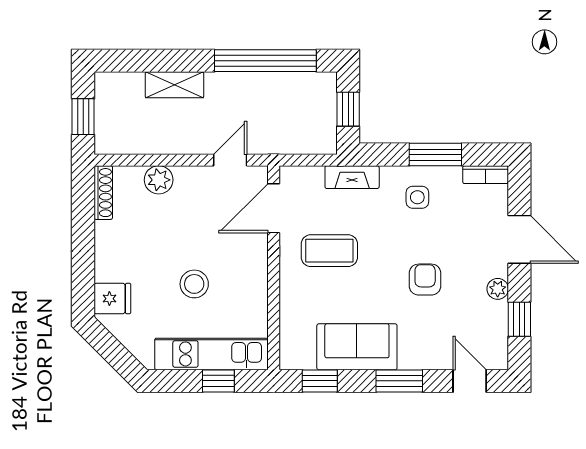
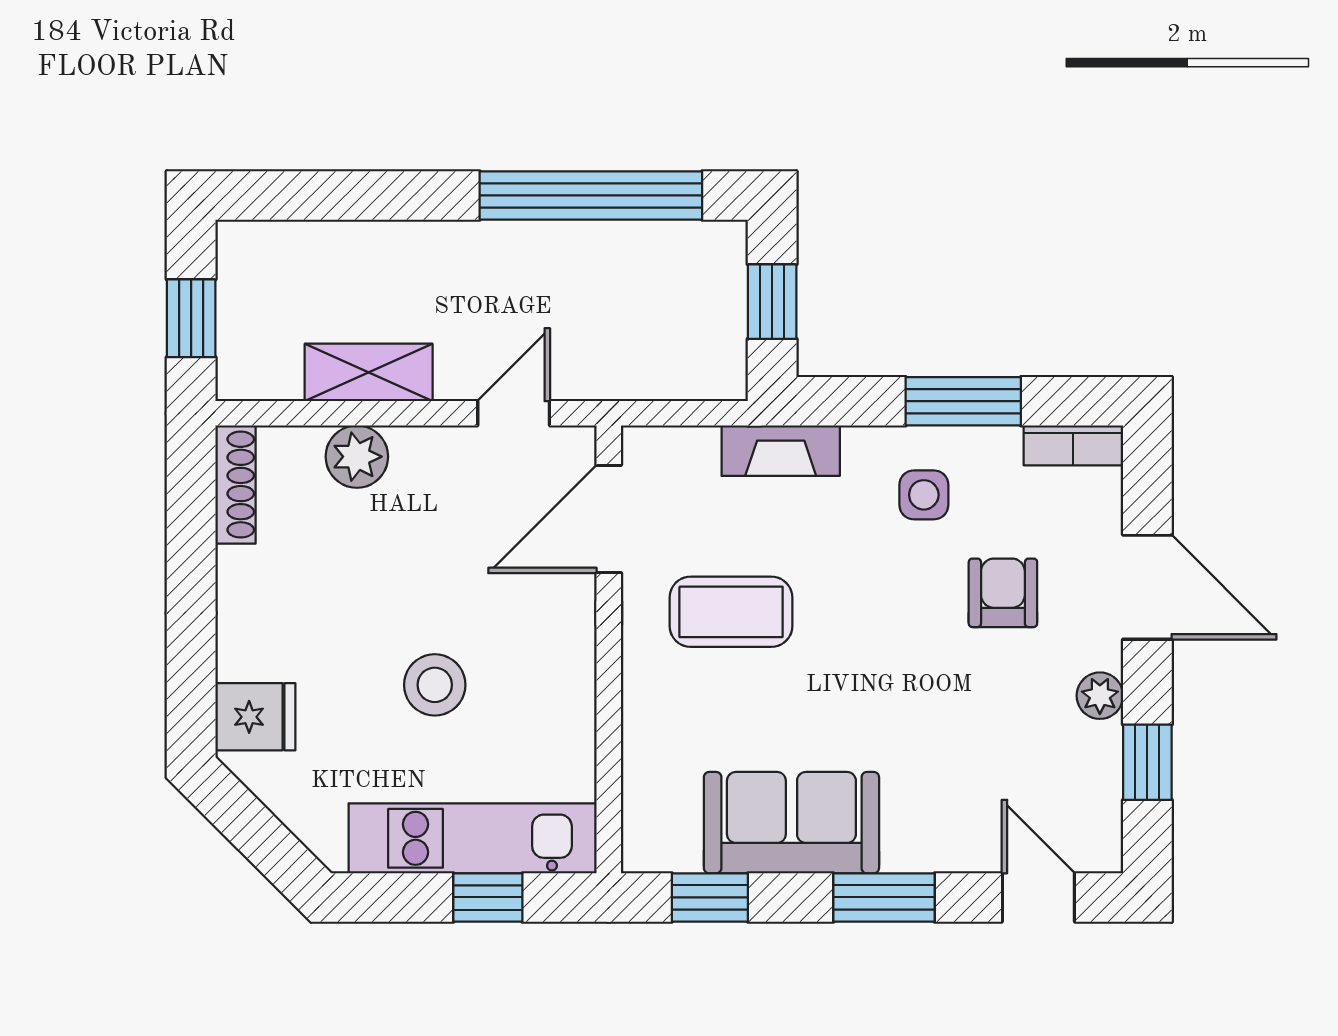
shelving: (175, 85) -> (369, 372), moved
armchair: (425, 280) -> (1003, 593), moved

